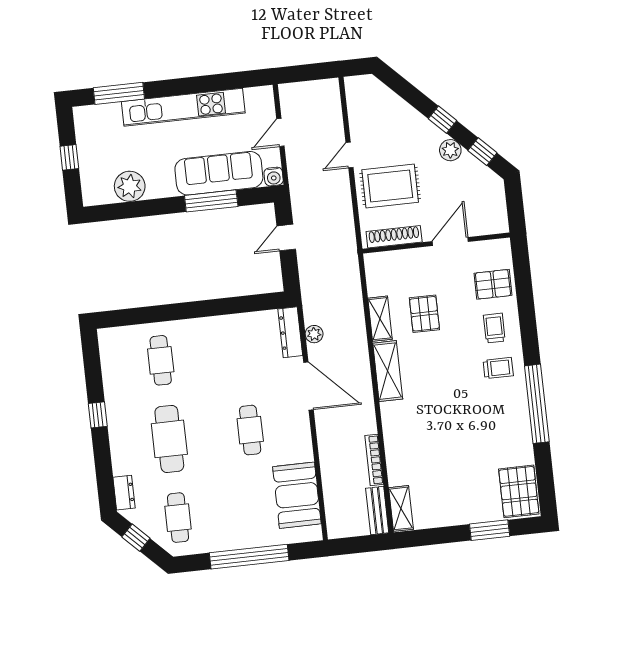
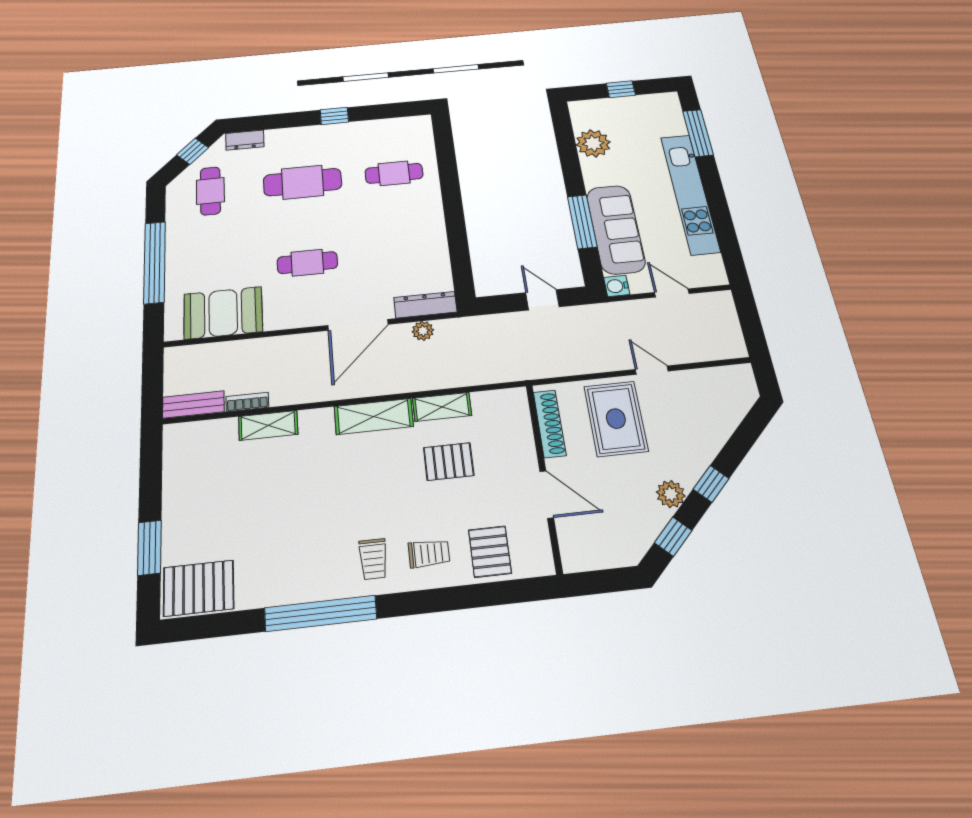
bookcase: (374, 460) -> (247, 402), width x0.64
shelving: (401, 508) -> (268, 425), moved
cafe table: (178, 518) -> (210, 191), turned 90

